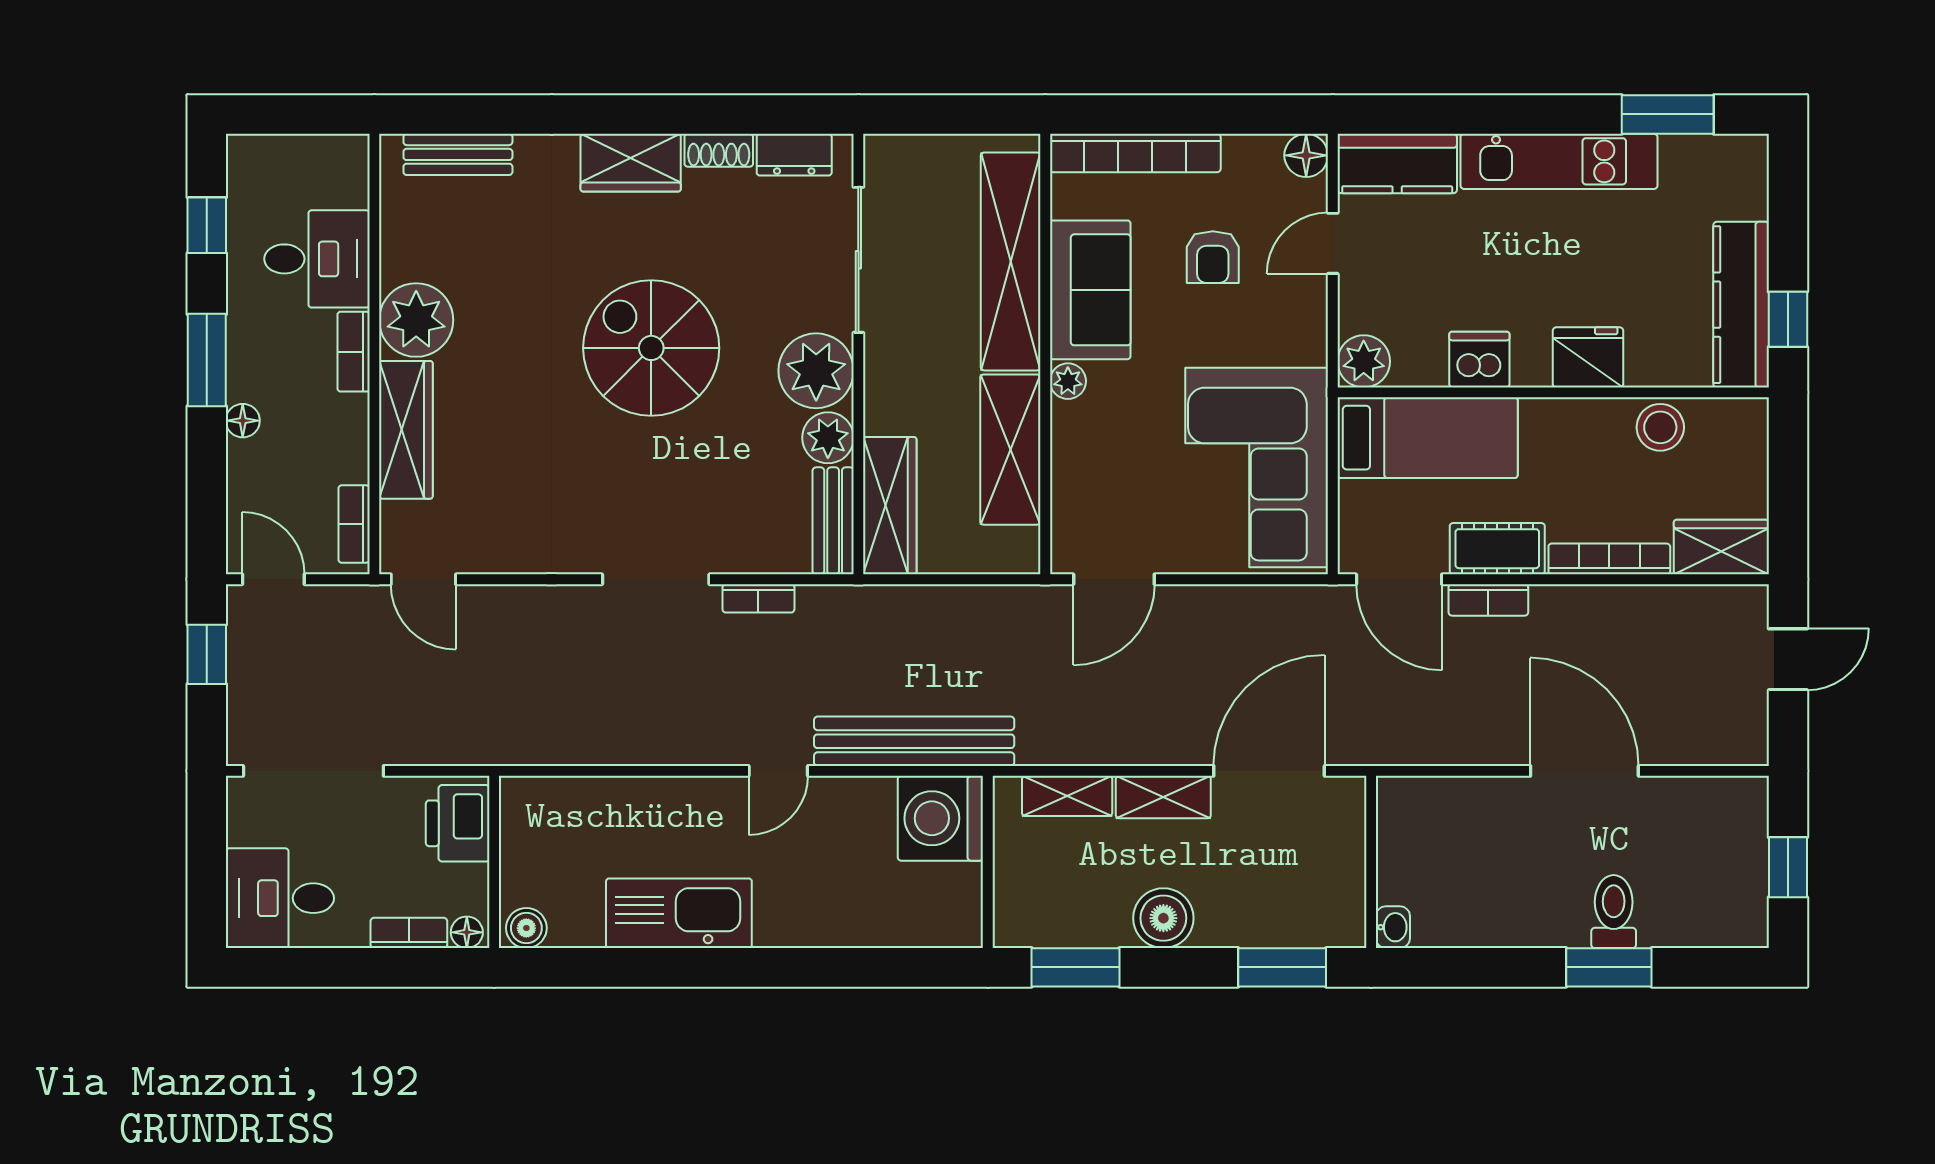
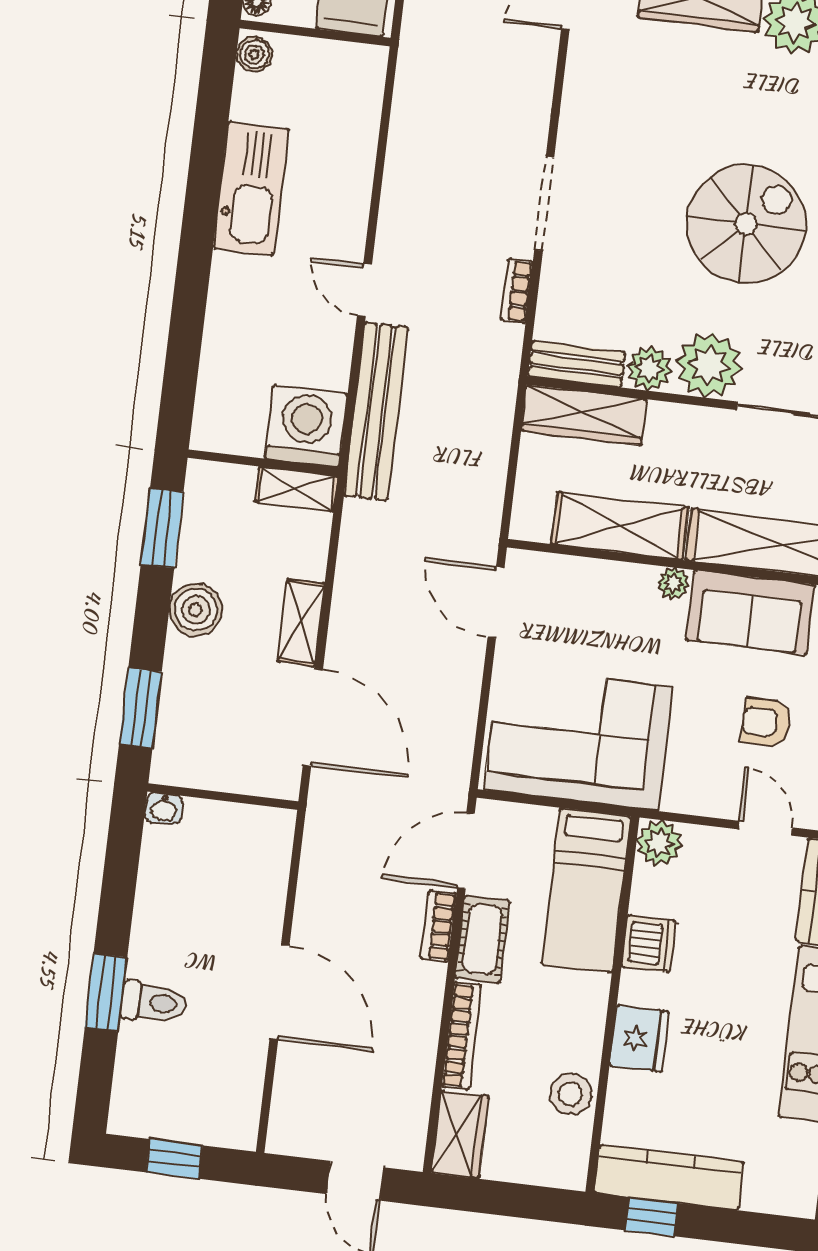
door: (1584, 771) -> (280, 992), hinge flipped
shelving: (1067, 796) -> (296, 489), moved, turned 90

